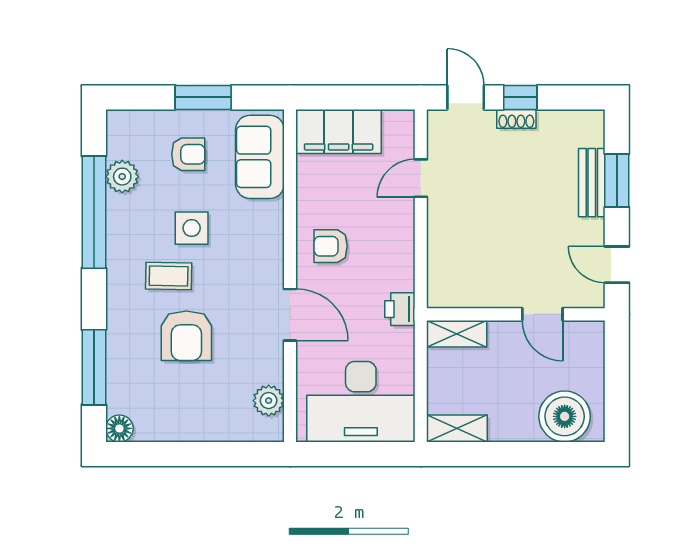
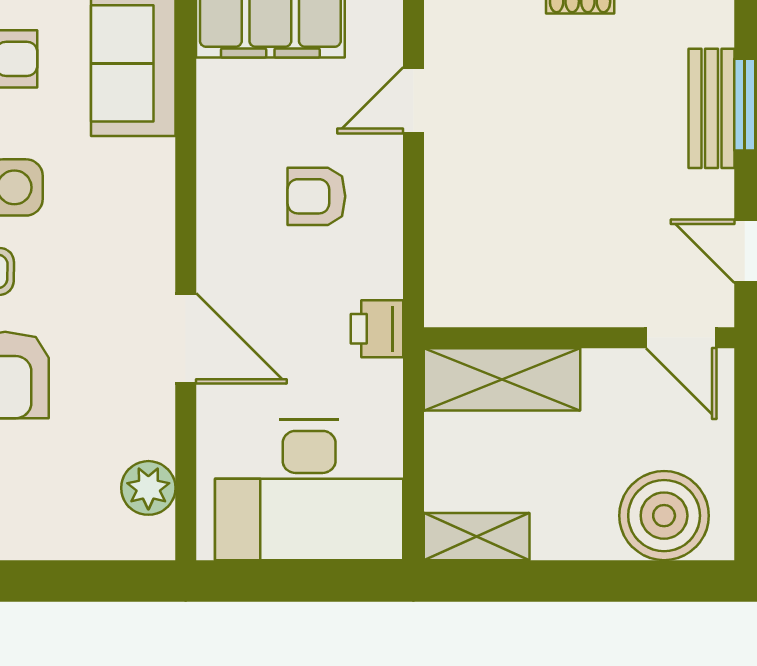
armchair: (331, 246) -> (316, 196), moved
door: (542, 314) -> (681, 338), moved
shelving: (457, 334) -> (502, 379), width x1.50, depth x1.33

